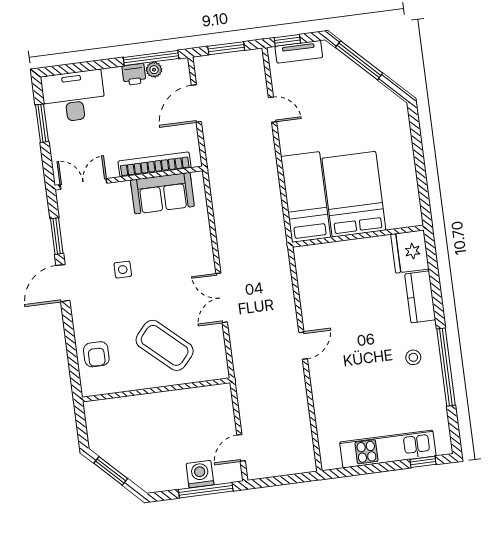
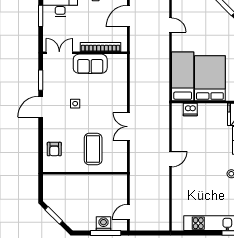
sofa: (162, 193) -> (90, 64), moved
dishwasher: (326, 254) -> (190, 110), added
coffee table: (165, 345) -> (93, 149), turned 48

